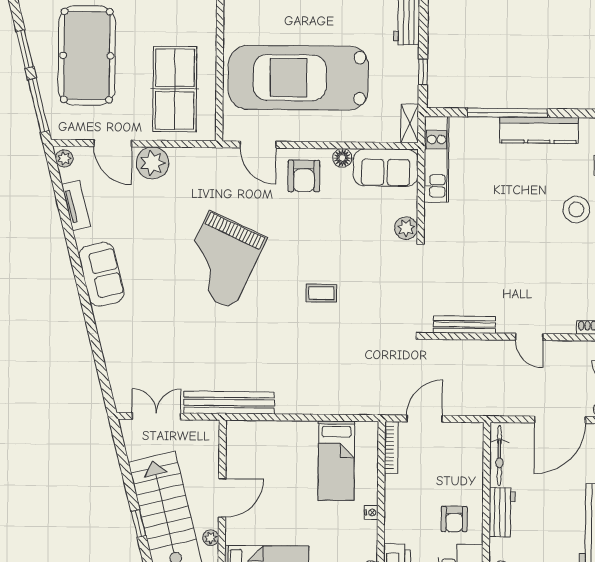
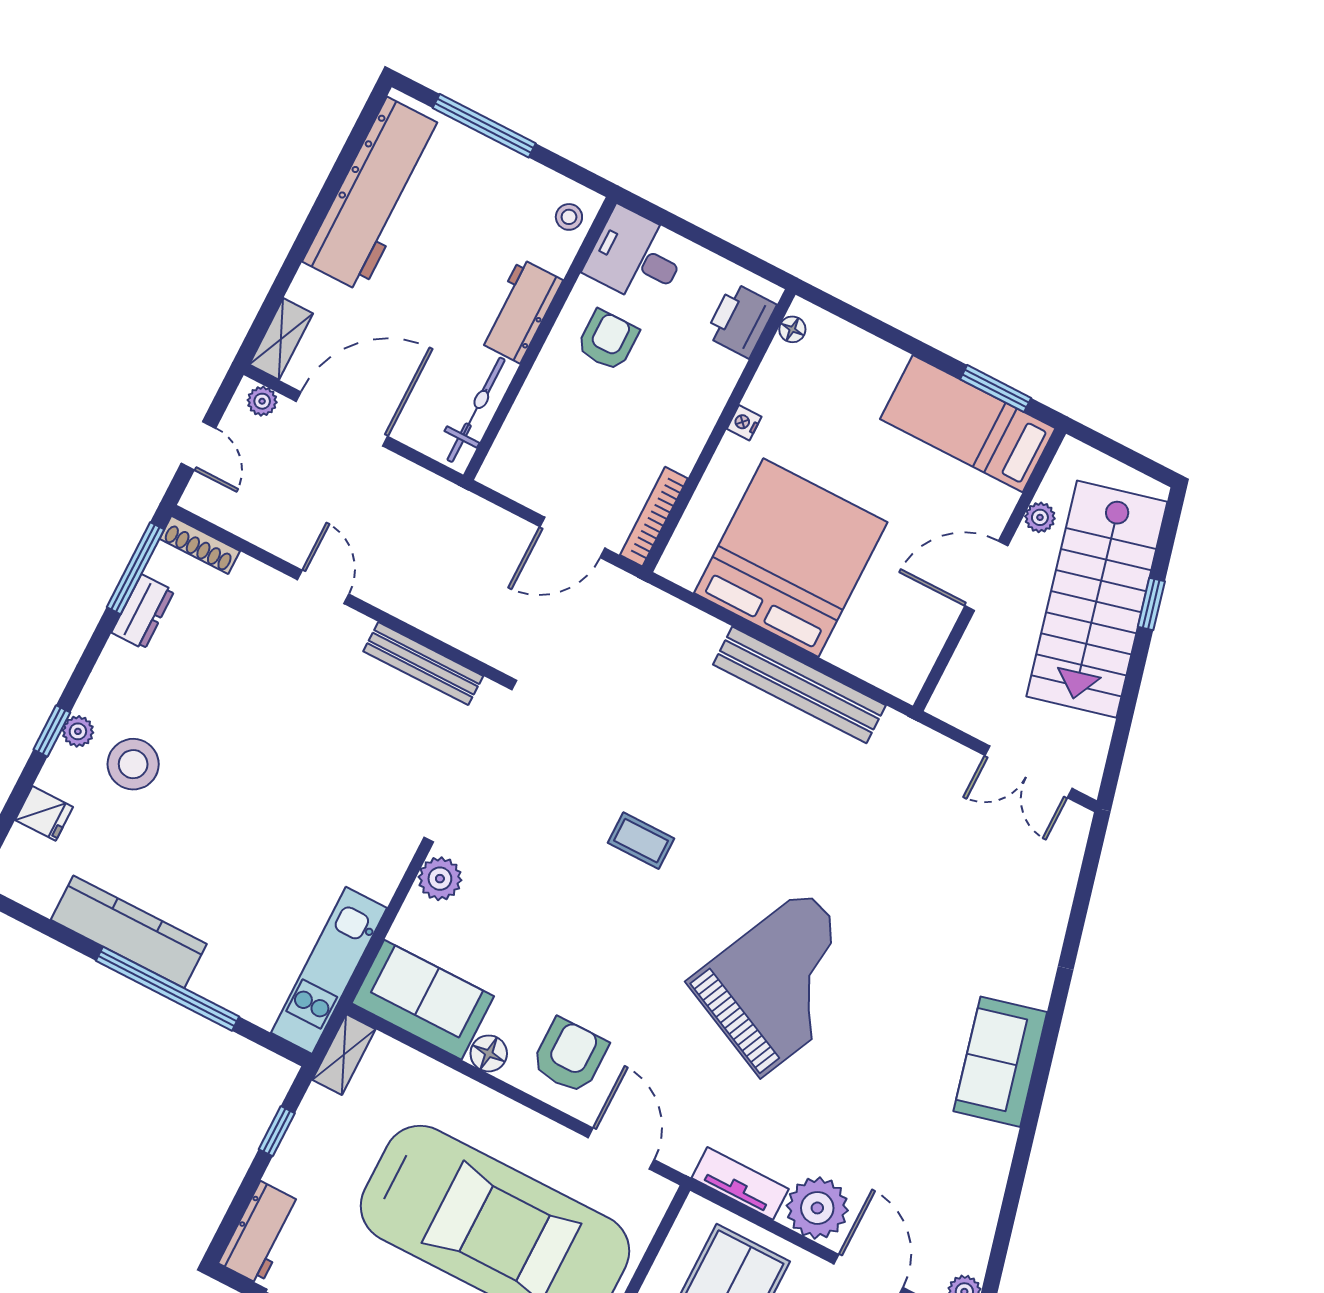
tv unit: (76, 205) -> (740, 1183), moved, turned 104
bench: (229, 403) -> (799, 685), moved
bed: (336, 461) -> (791, 558), width x2.04

